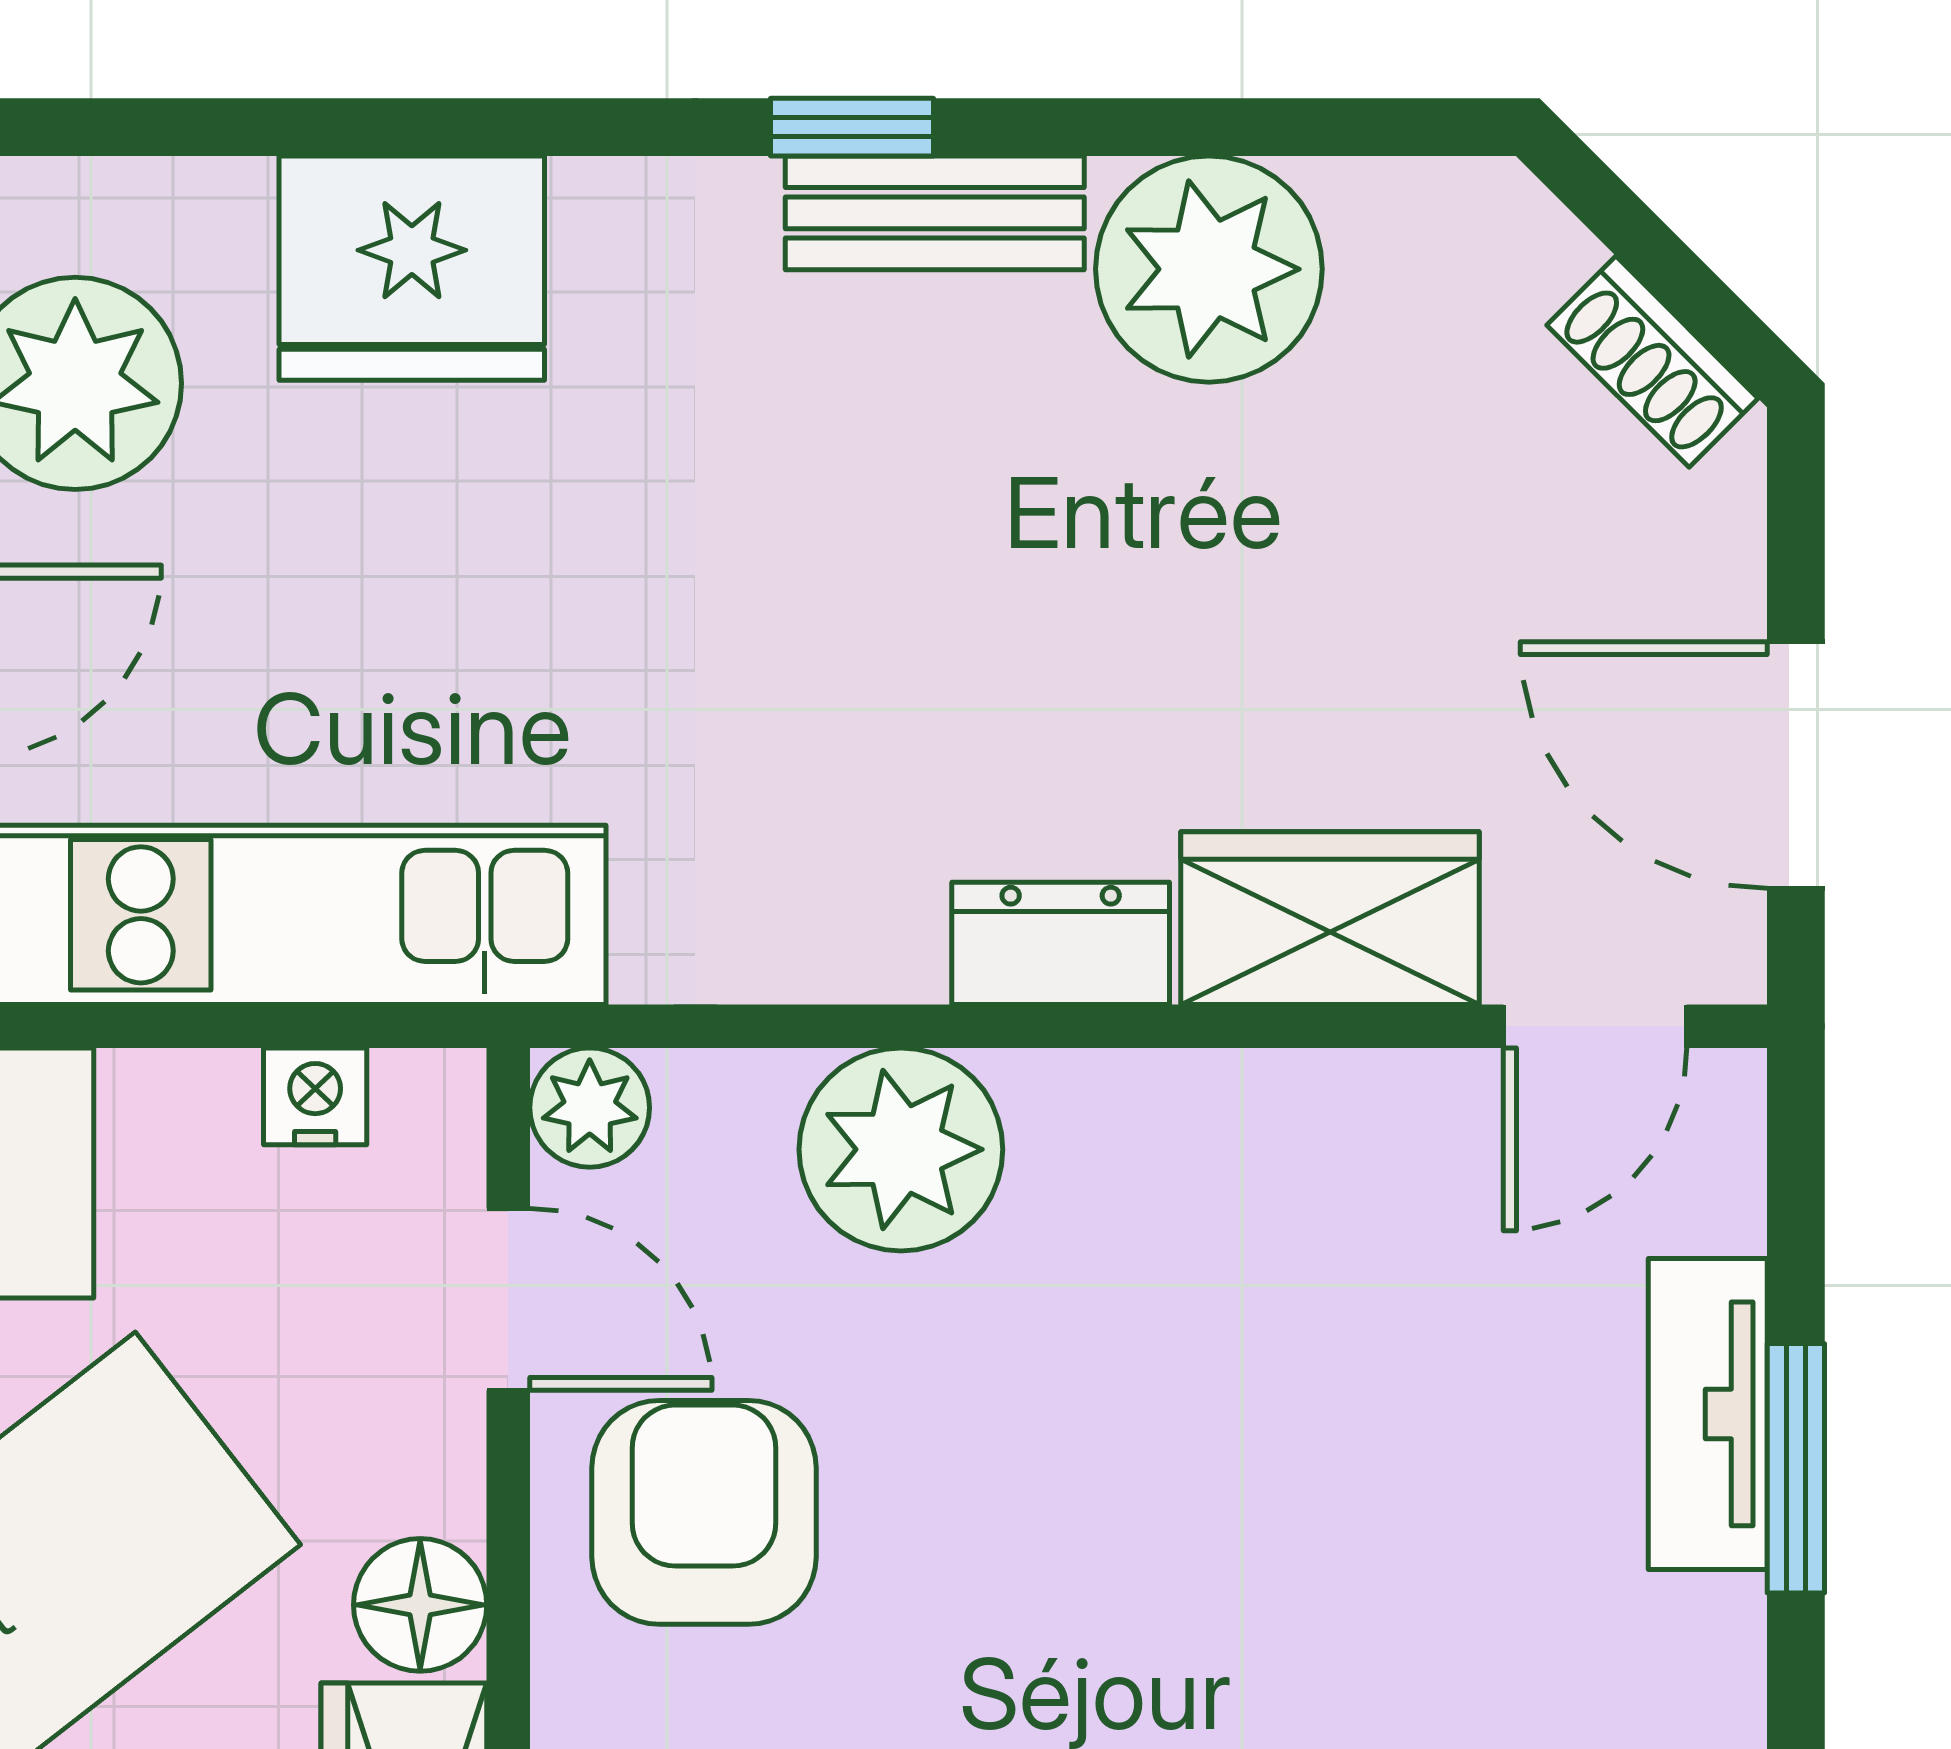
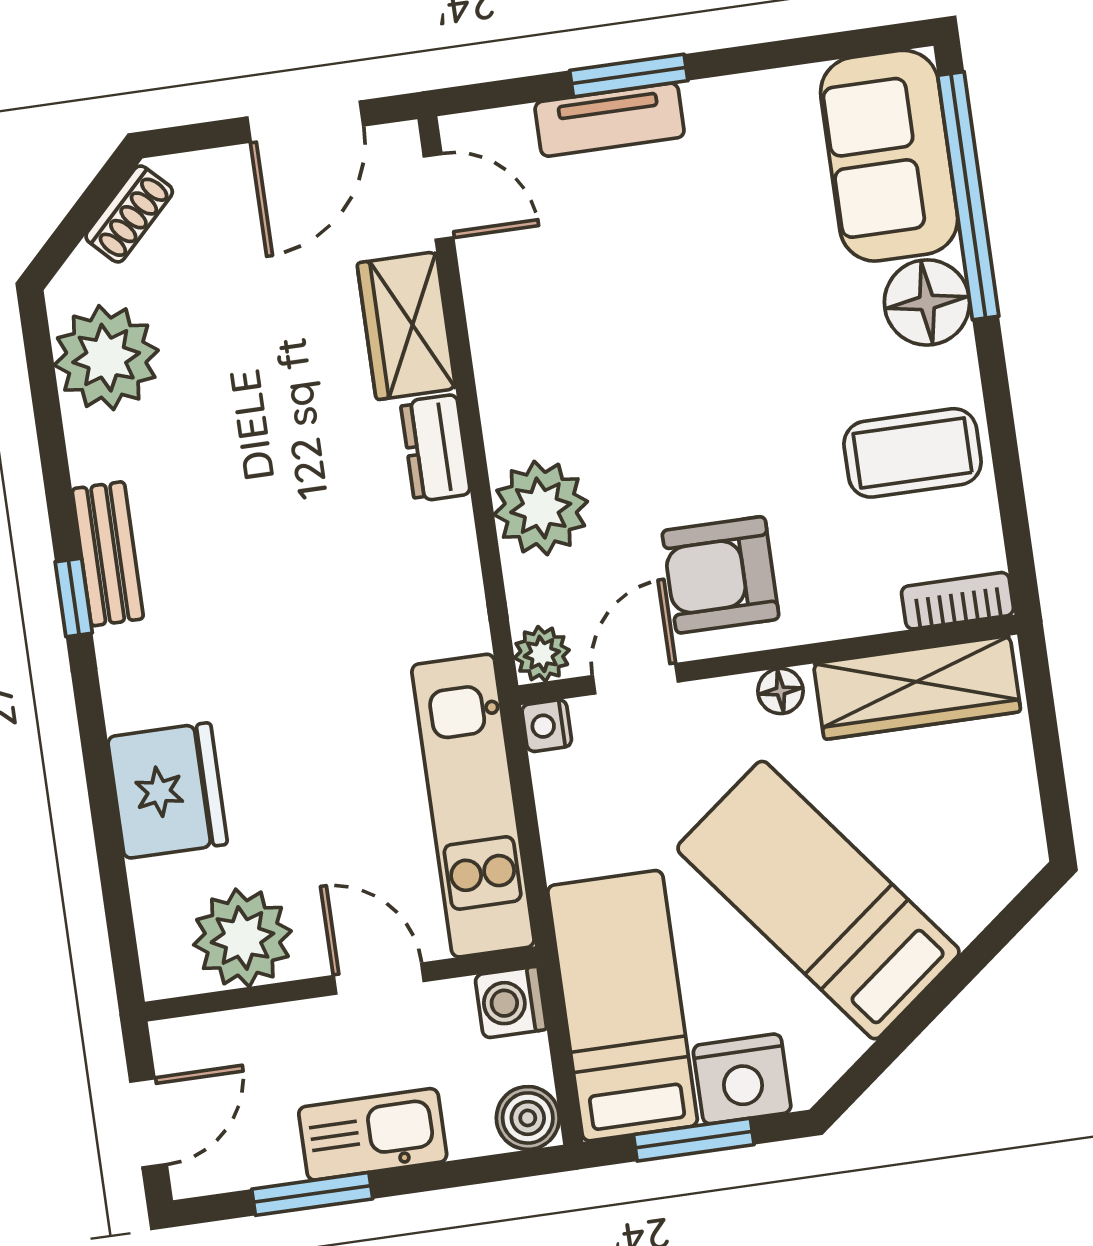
plant: (1209, 269) -> (106, 358), moved
nightstand: (315, 1096) -> (547, 726), moved
floor lamp: (420, 1605) -> (780, 691), width x0.73, depth x0.73

